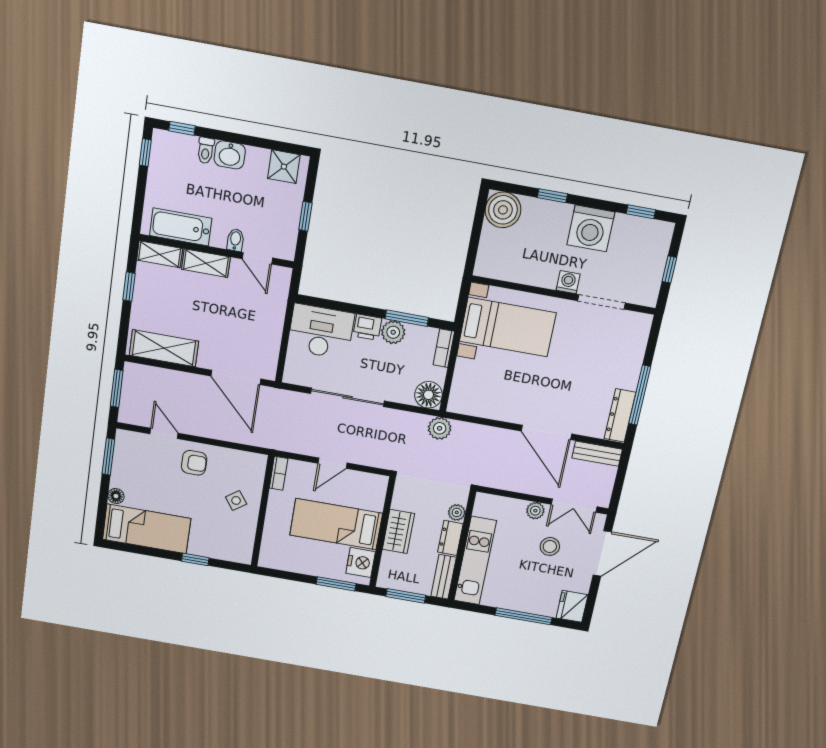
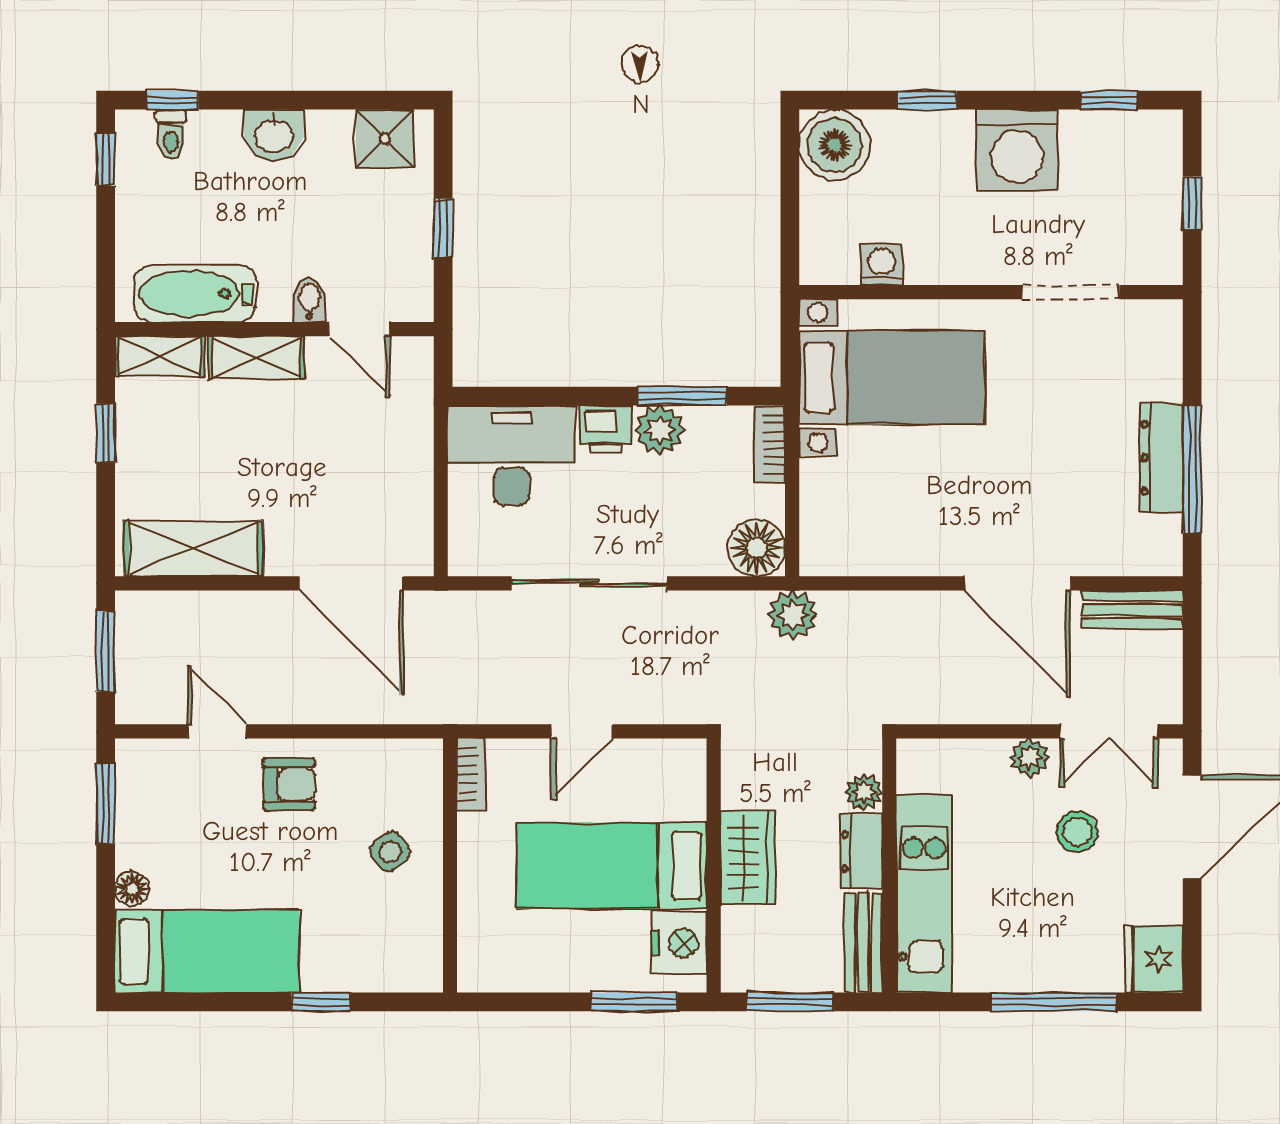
toilet: (206, 150) -> (171, 135), moved
washing machine: (568, 282) -> (882, 264), moved
dresser: (620, 415) -> (1161, 458), moved

